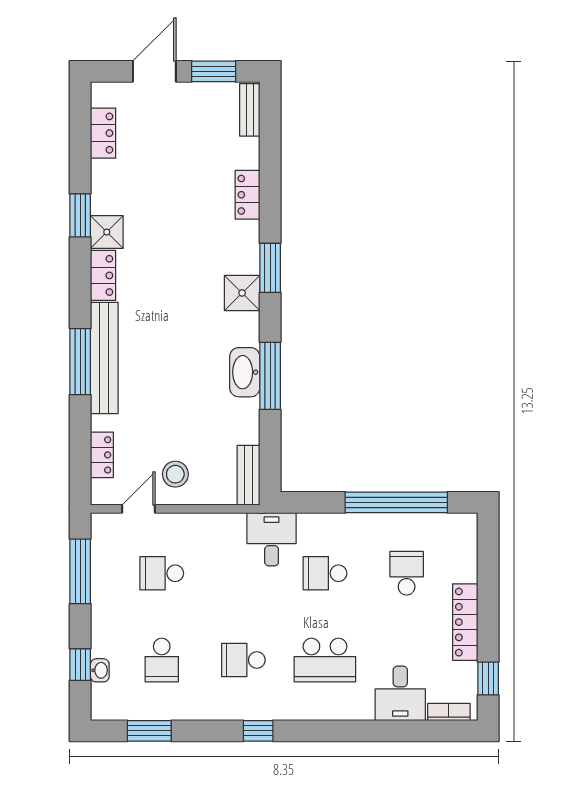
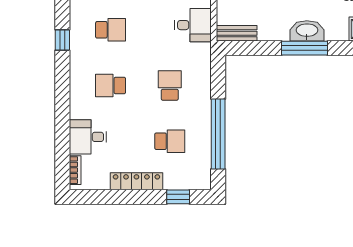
desk: (272, 539) -> (193, 25), moved
school desk: (243, 660) -> (111, 30), turned 90
school desk: (325, 660) -> (111, 85), width x0.54
window: (488, 679) -> (178, 197), moved

